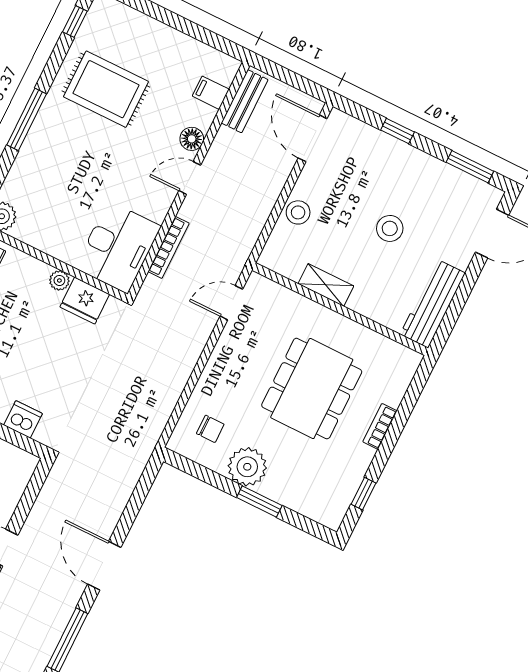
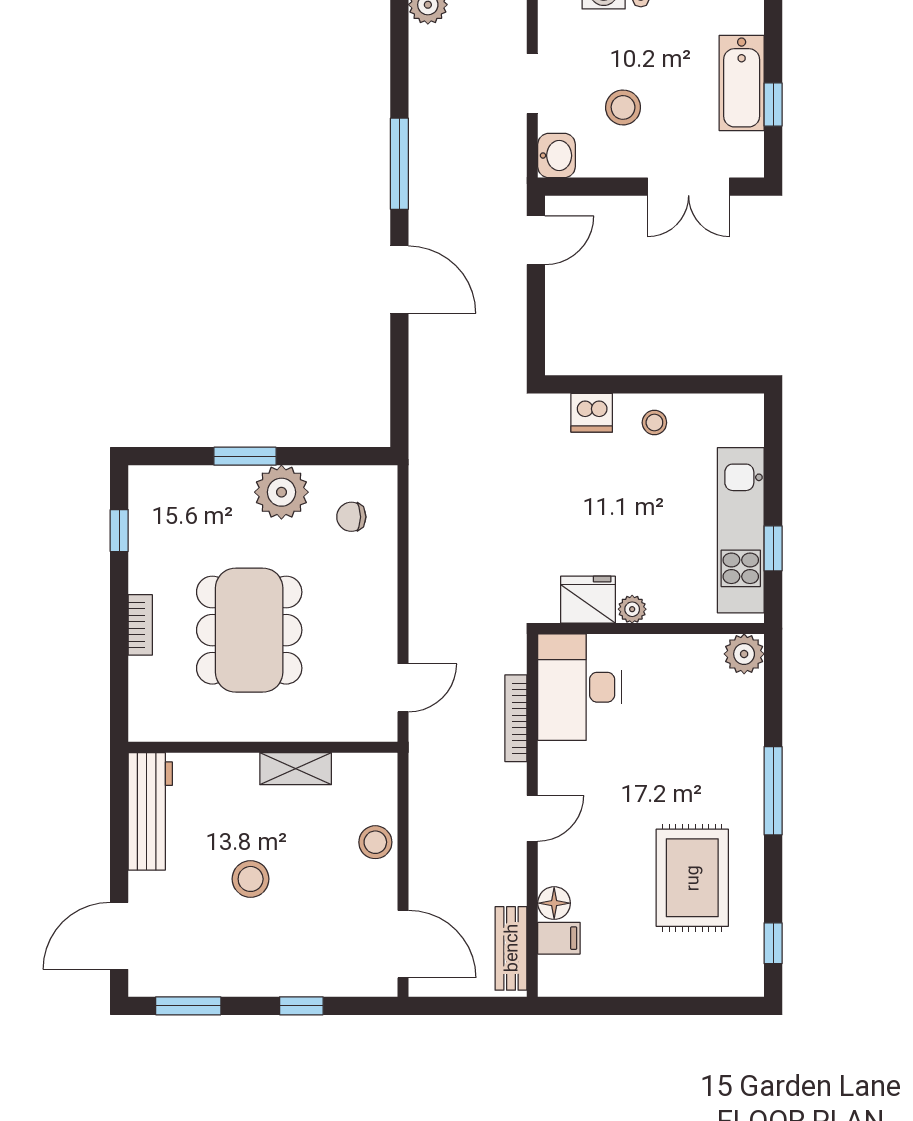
rug: (106, 89) -> (692, 878), turned 90
floor lamp: (192, 139) -> (554, 903), moved

